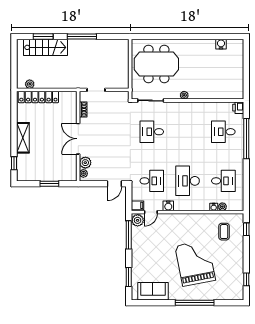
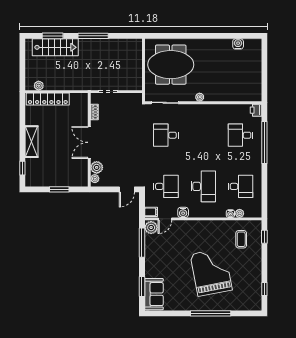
desk: (188, 181) -> (203, 186), turned 180
sofa: (153, 291) -> (154, 294), moved, turned 90

